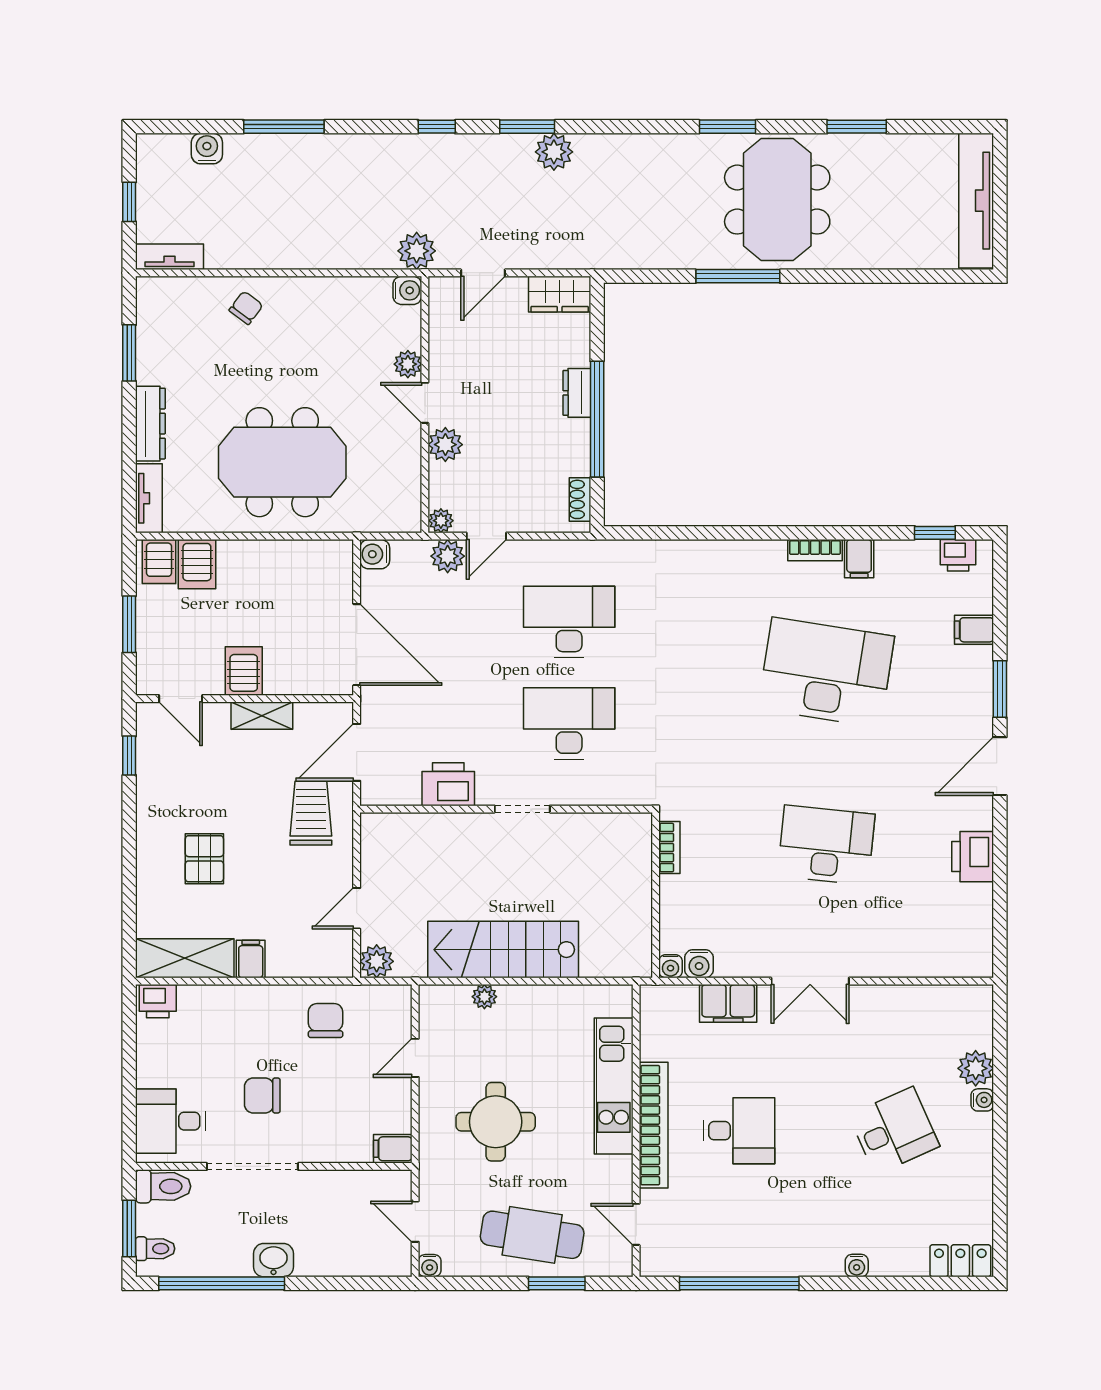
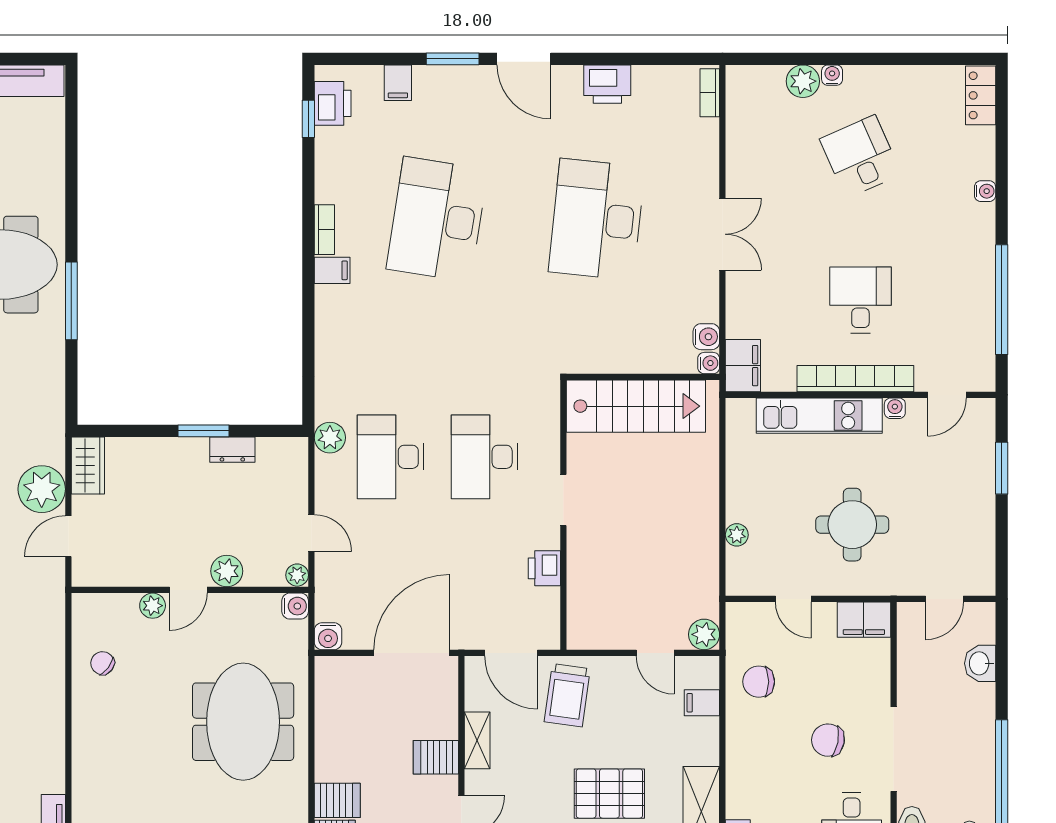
plant: (417, 251) -> (42, 489), moved, width x1.36, depth x1.36
door: (483, 273) -> (68, 536), swing flipped
water cooler: (407, 290) -> (295, 606), moved, turned 90
chair: (246, 308) -> (103, 663), moved
dresser: (577, 393) -> (232, 450), moved
window: (597, 419) -> (203, 431), width x0.47
shoe rack: (580, 499) -> (278, 447), removed
printer: (958, 555) -> (333, 103), width x1.36, depth x1.24
plant: (448, 556) -> (330, 438), moved
filing cabinet: (859, 559) -> (332, 270), moved
printer: (448, 784) -> (544, 568), width x0.73, depth x0.81
trolley: (311, 813) -> (567, 695), turned -82
desk: (826, 845) -> (597, 219), width x1.36, depth x1.30
bookcase: (669, 848) -> (710, 93), moved, turned -90
pallet: (204, 859) -> (609, 794), width x1.50, depth x1.42
stairs: (503, 950) -> (636, 406), moved, turned -90
filing cabinet: (251, 959) -> (702, 703), moved
filing cabinet: (728, 1003) -> (743, 366), moved
chair: (262, 1096) -> (828, 740), turned 101
filing cabinet: (393, 1149) -> (864, 620), width x2.00
cafe table: (532, 1235) -> (957, 491), removed
washbasin: (273, 1260) -> (980, 663), moved
water cooler: (430, 1266) -> (895, 408), moved, turned -90

